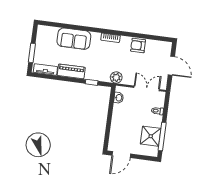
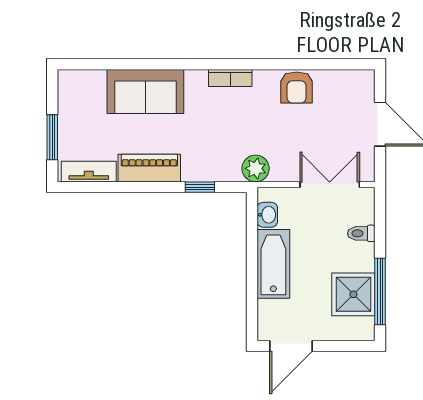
armchair: (138, 45) -> (297, 87), turned -90
bathtub: (118, 119) -> (273, 264), added

